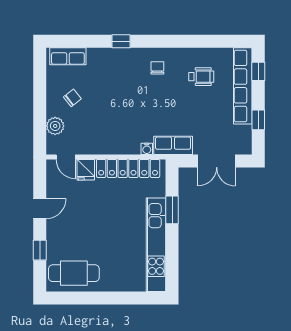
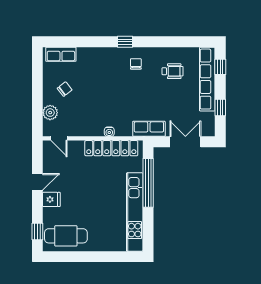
window: (121, 41) -> (125, 42), moved
water cooler: (147, 149) -> (109, 132), moved
double door: (217, 161) -> (185, 142), swing flipped
fridge: (86, 170) -> (51, 199), moved, turned -90
window: (172, 210) -> (148, 183), width x2.11
window: (40, 250) -> (37, 231), moved

